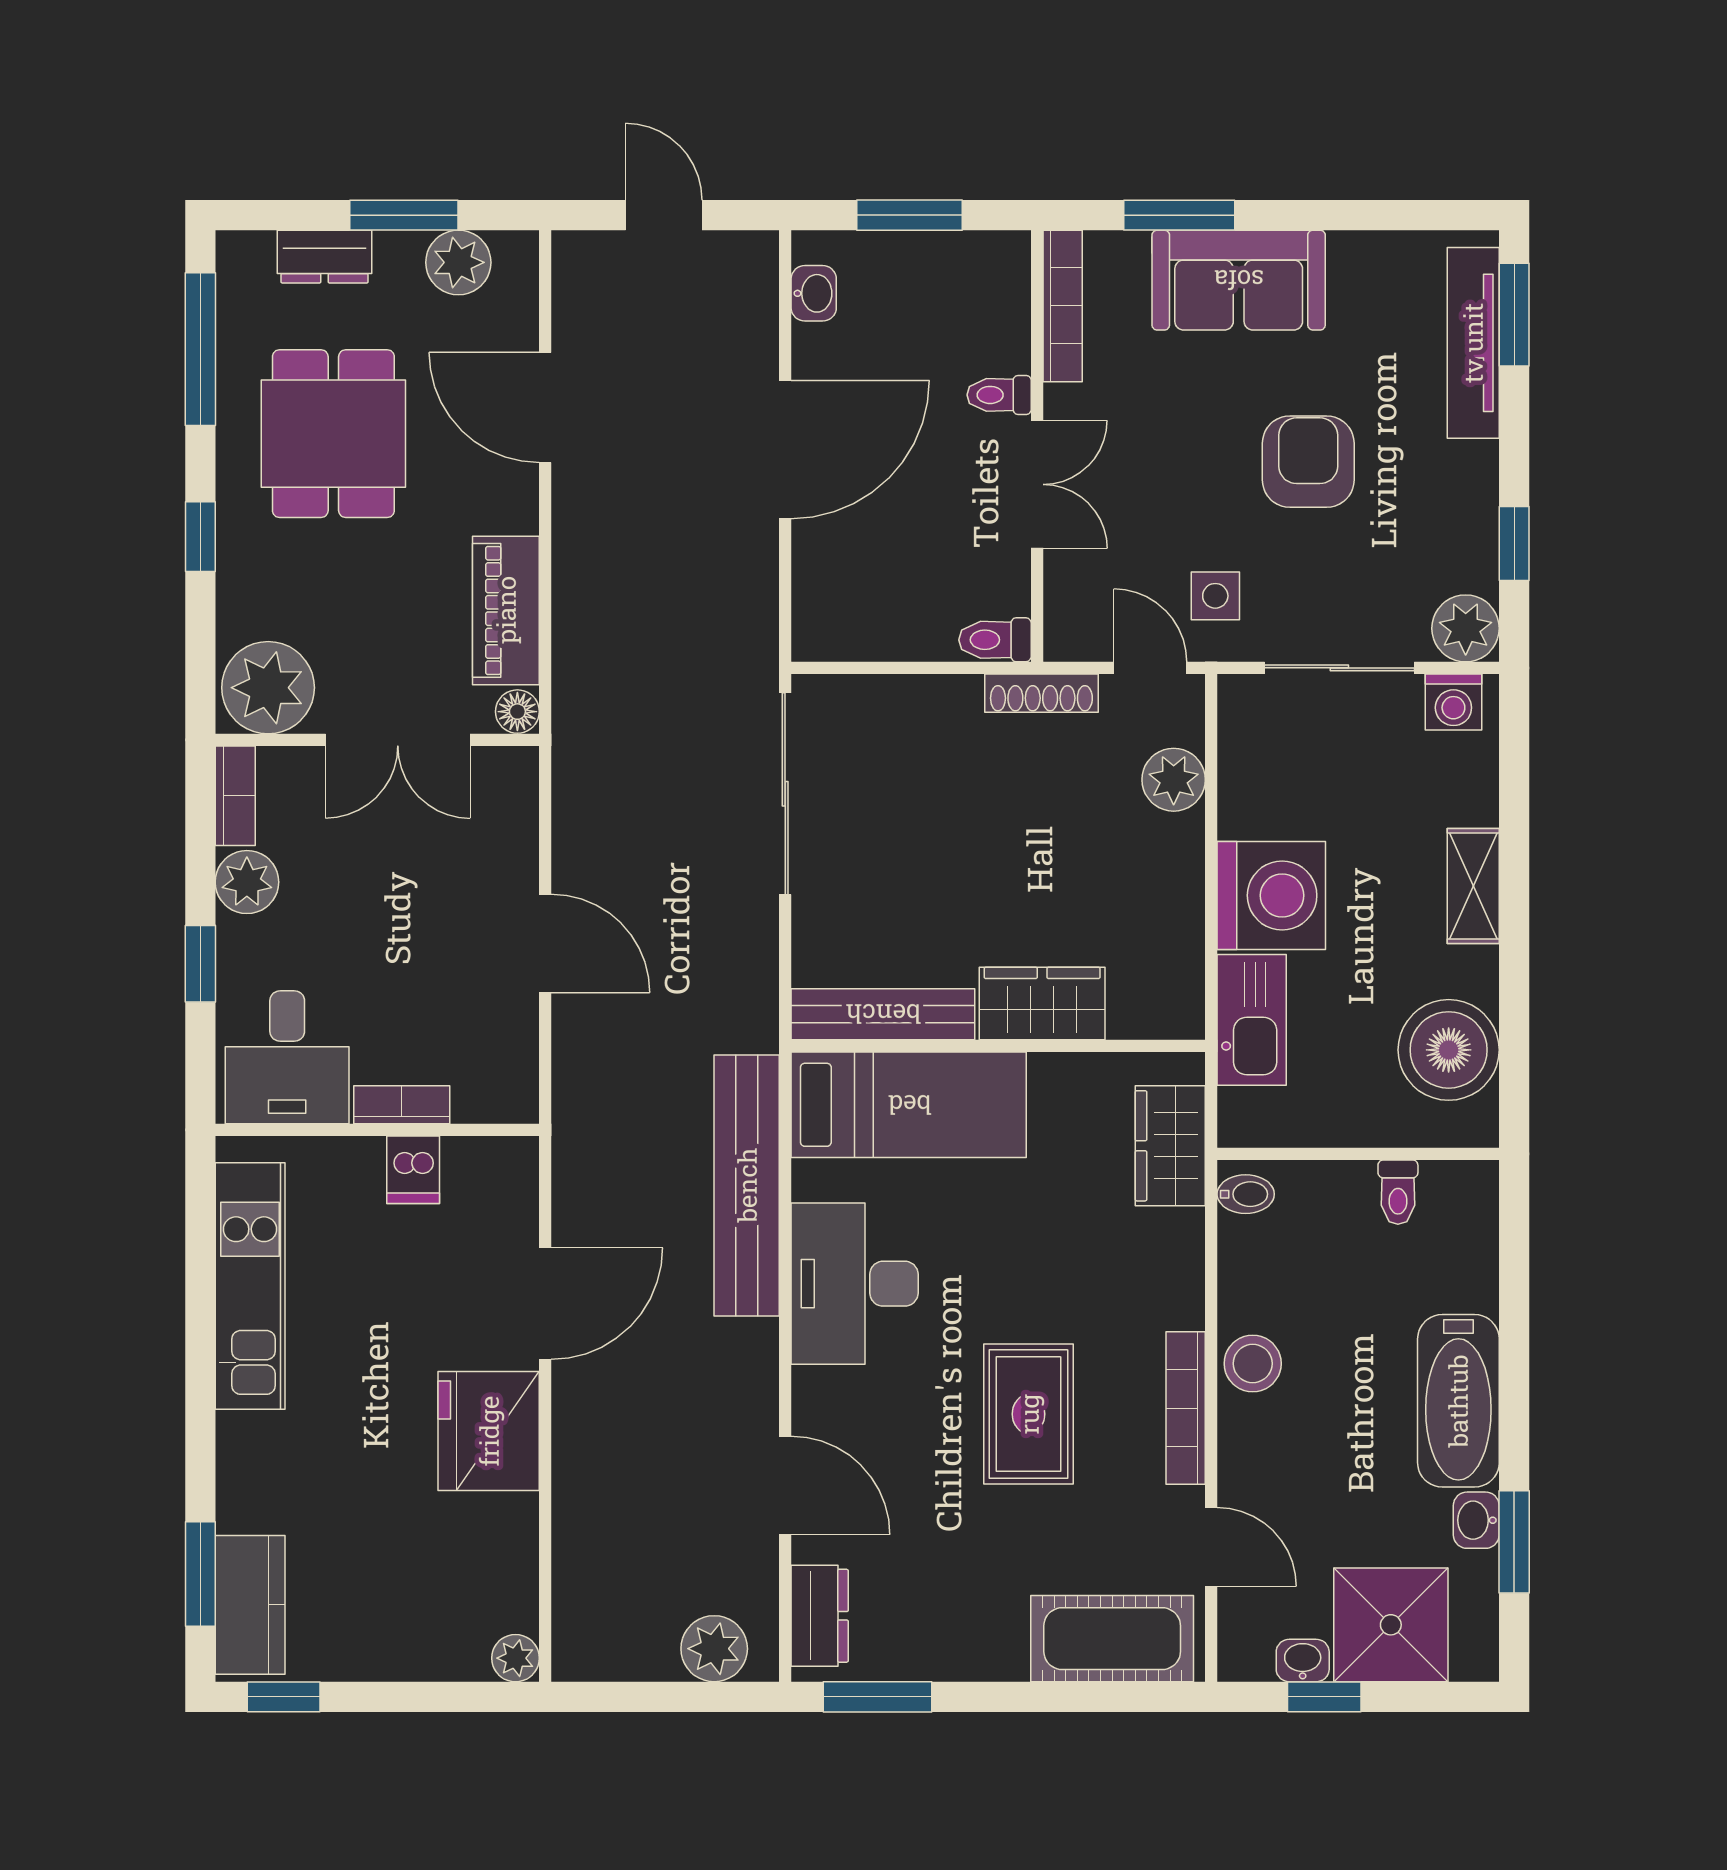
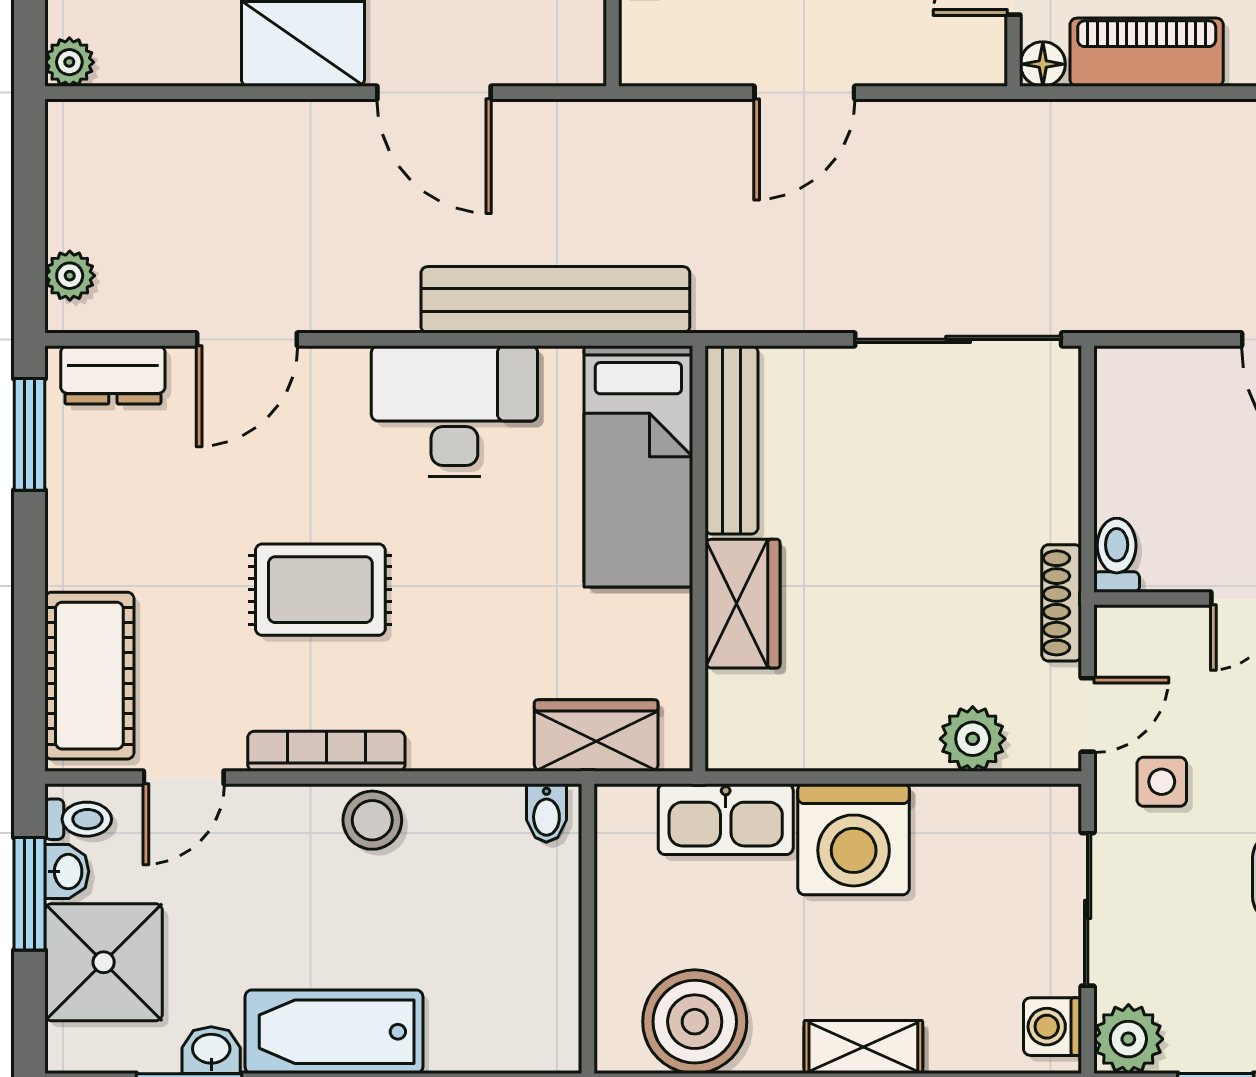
toilet: (1398, 1192) -> (78, 819), moved, turned 180
plant: (714, 1649) -> (70, 276), width x0.73, depth x0.73
window: (1324, 1697) -> (30, 894), width x1.50

